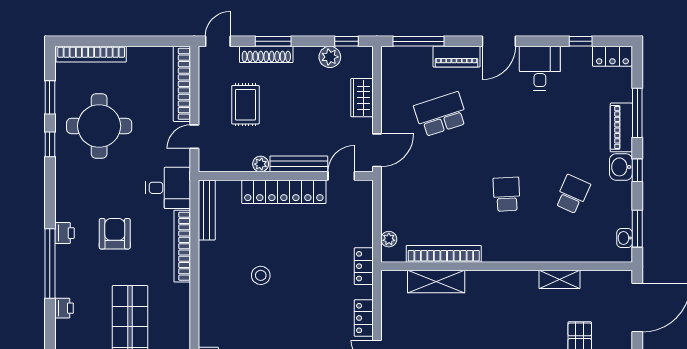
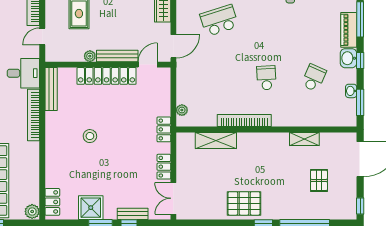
washbasin: (625, 238) -> (351, 91), moved
bookcase: (444, 254) -> (244, 121), moved

